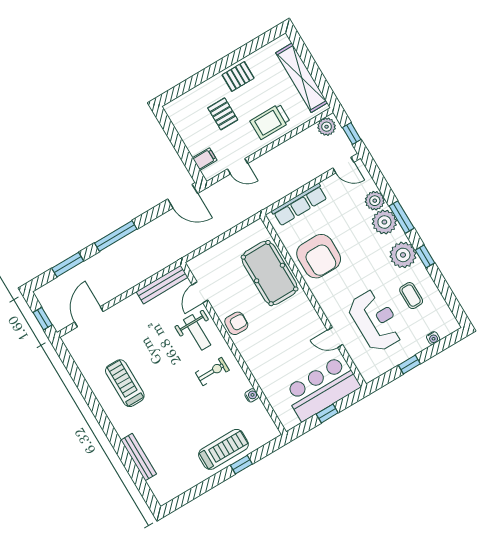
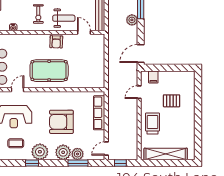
pallet: (238, 76) -> (186, 121), removed
plant: (327, 127) -> (132, 20), moved
window: (402, 217) -> (78, 163), moved
armchair: (319, 256) -> (61, 122), moved
pool table: (270, 273) -> (49, 71), moved
weight bench: (197, 332) -> (64, 18), turned 180

